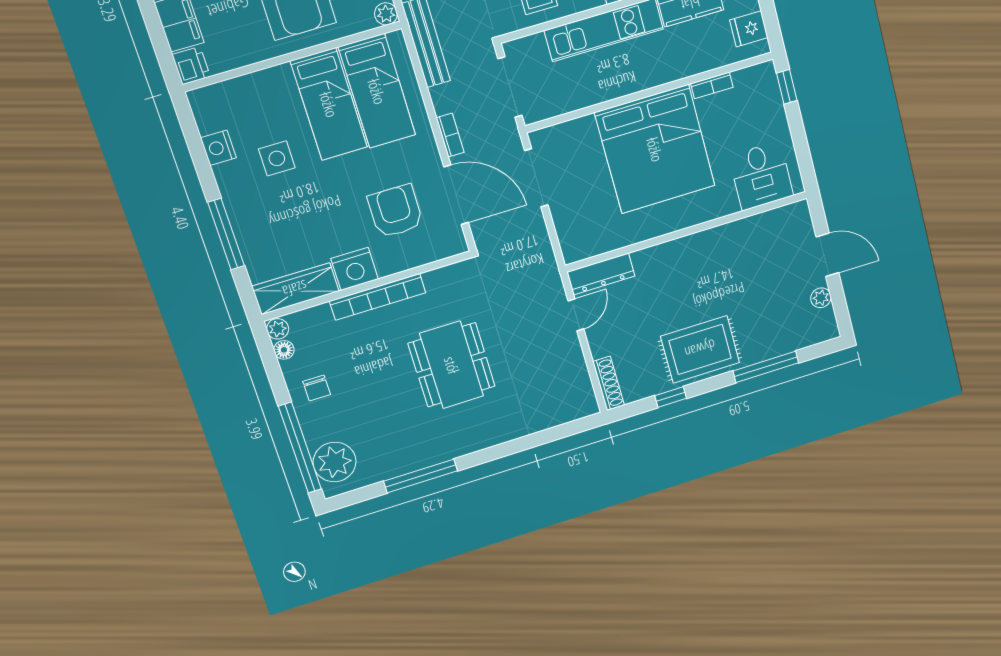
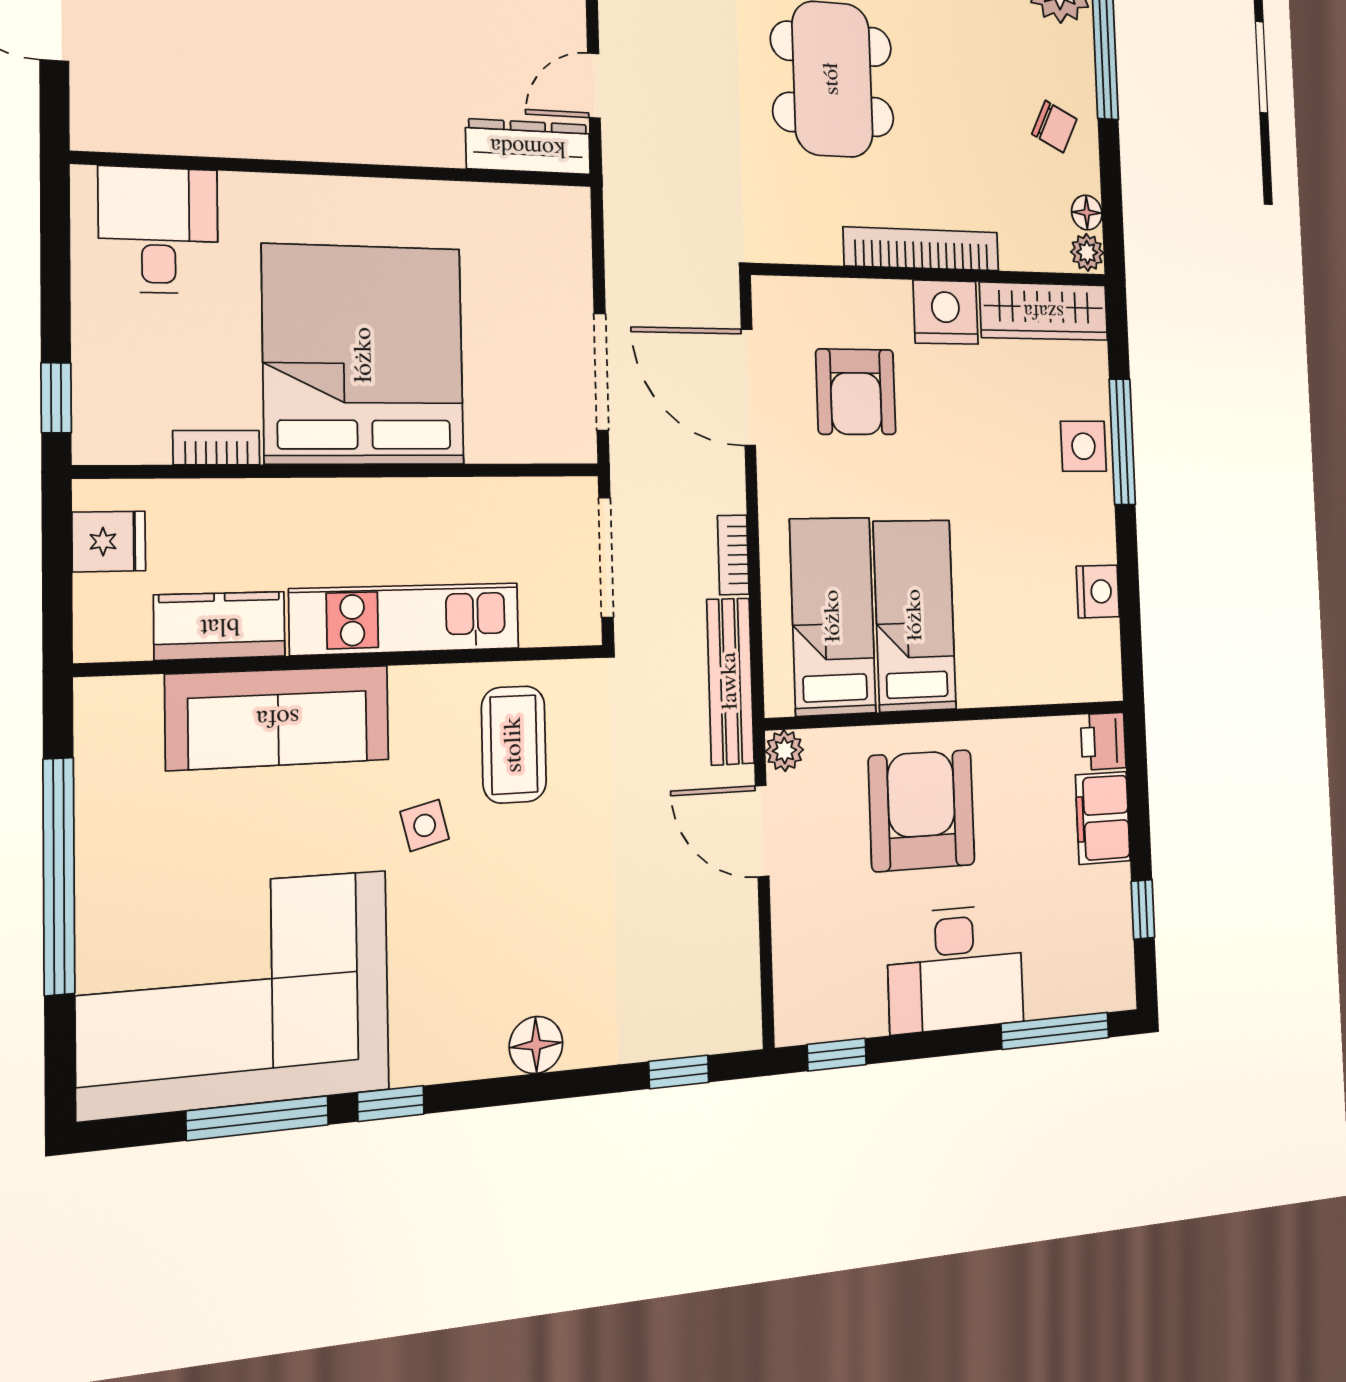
bookcase: (450, 135) -> (733, 555), moved
side table: (277, 158) -> (1083, 446), moved
chair: (317, 388) -> (1054, 127), turned 116

